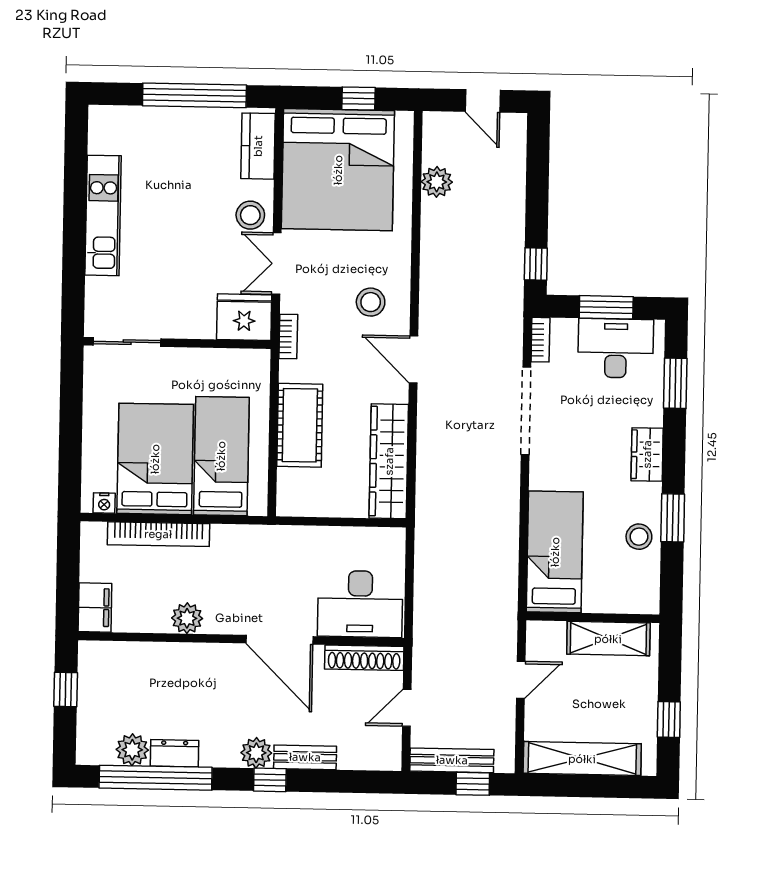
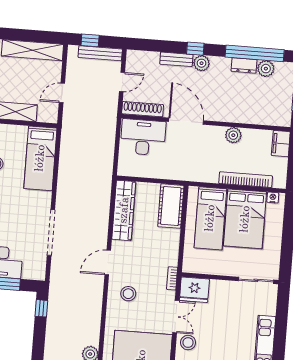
bookcase: (540, 340) -> (41, 269), removed
door: (414, 359) -> (108, 263), swing flipped
cot: (300, 425) -> (171, 206), moved

